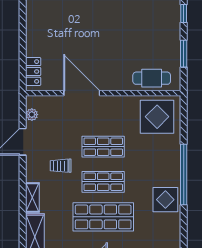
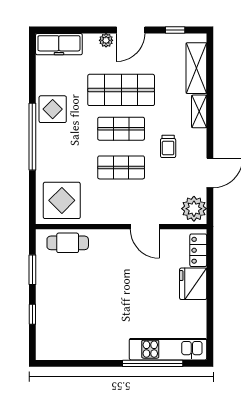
fridge: (38, 41) -> (193, 284), added
door: (82, 93) -> (145, 227), width x0.73
plant: (32, 115) -> (194, 209), width x1.87, depth x1.87
trolley: (61, 166) -> (168, 146), turned 90

